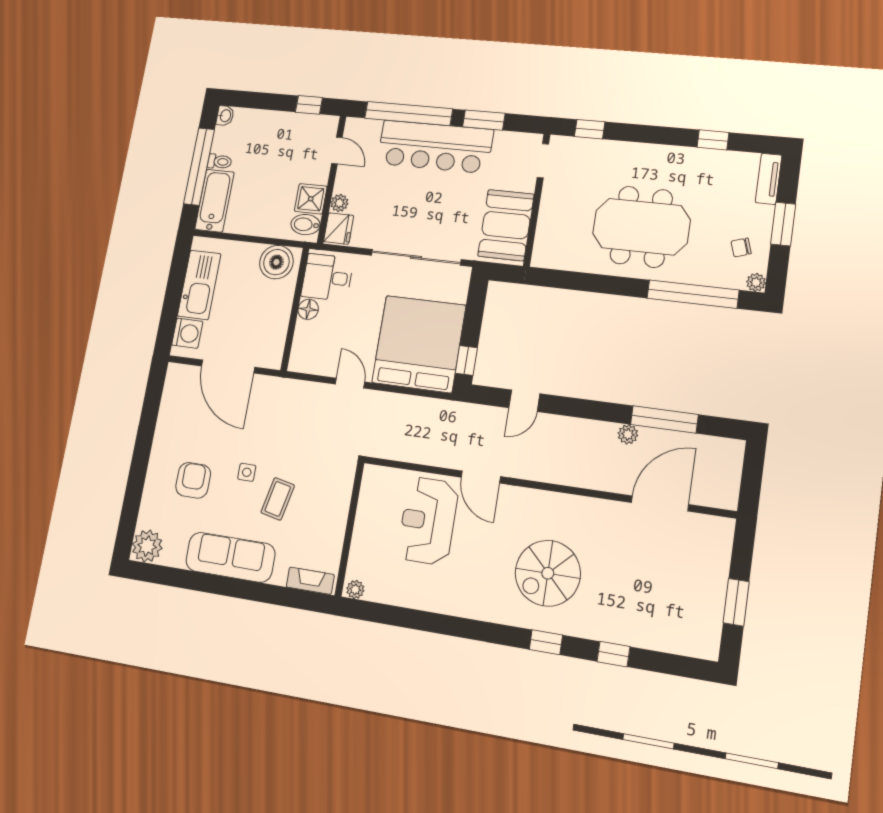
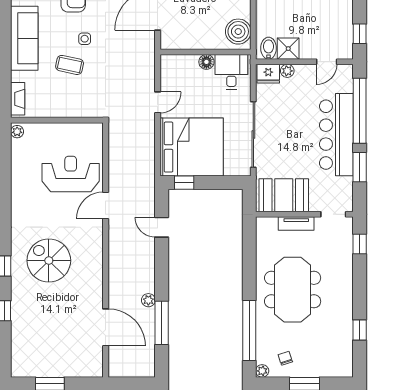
tv unit: (769, 179) -> (296, 223), moved, turned 180

